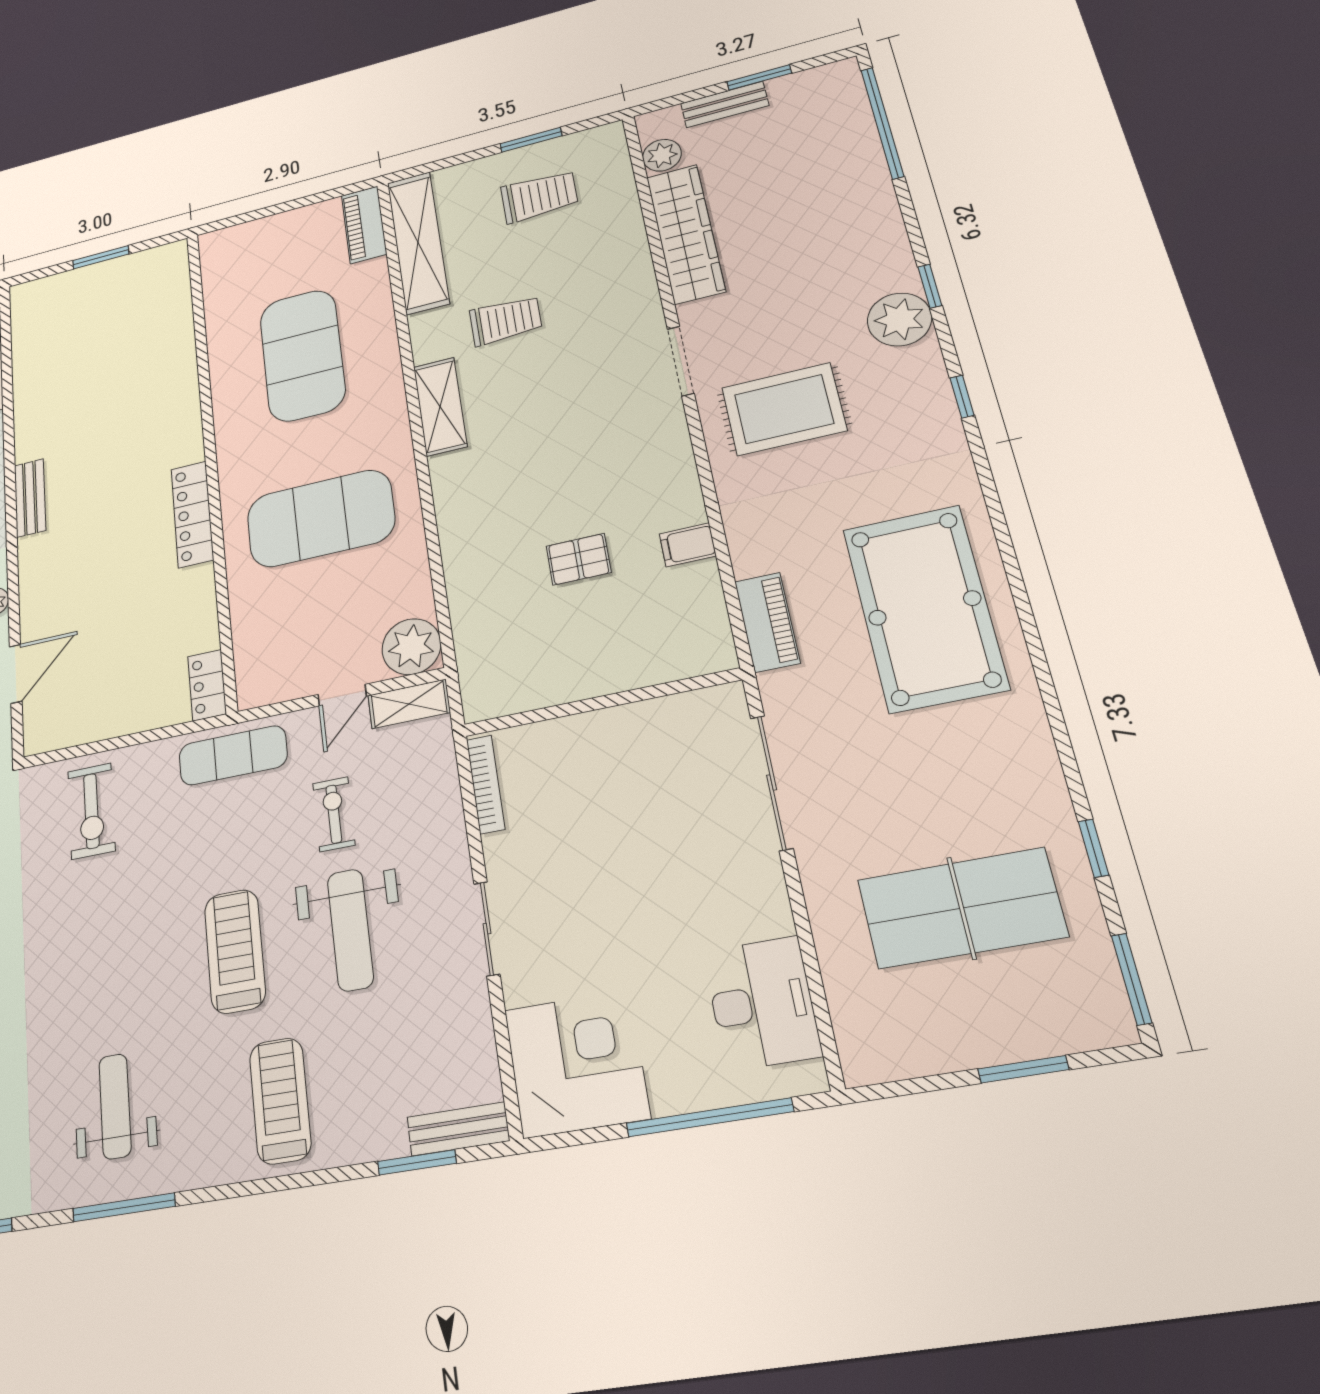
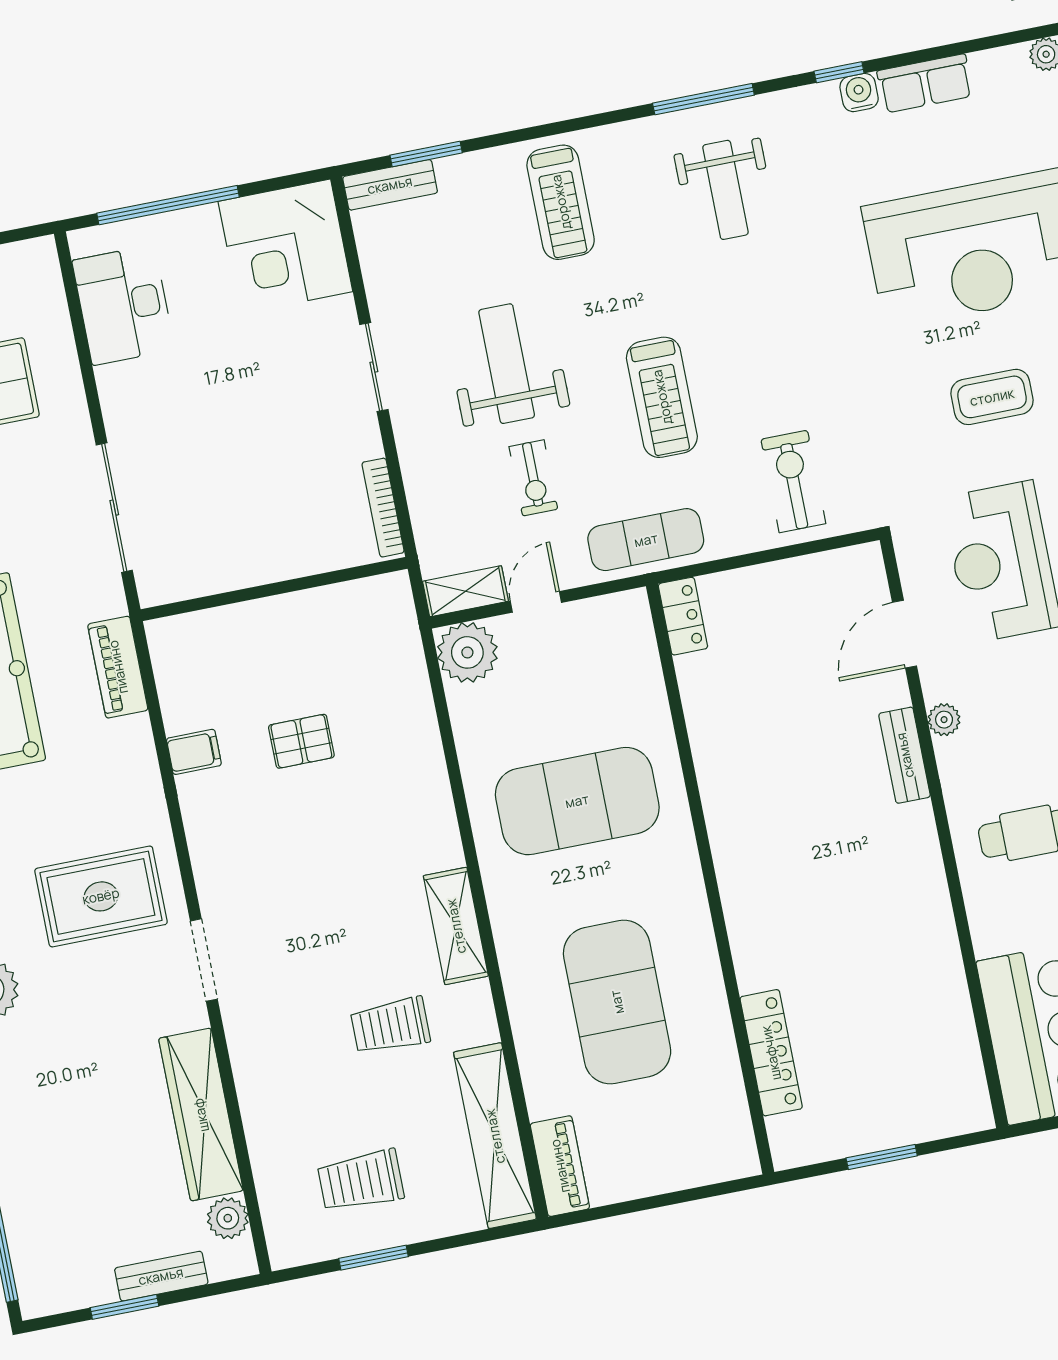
bench: (30, 498) -> (905, 755), moved
locker: (192, 514) -> (771, 1053), moved
treadmill: (235, 951) -> (662, 397), moved

